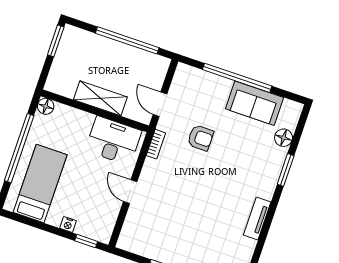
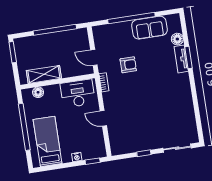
shelving: (100, 98) -> (44, 74), moved
floor lamp: (46, 106) -> (38, 92), moved
tv unit: (257, 219) -> (181, 59), moved

